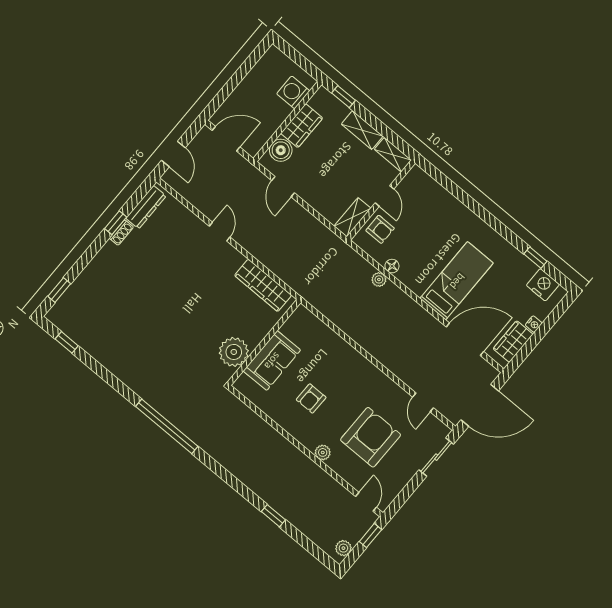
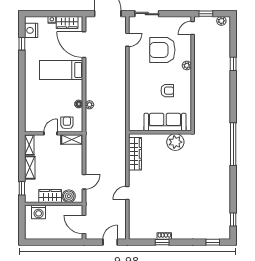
dresser: (146, 207) -> (144, 235), removed
sofa: (272, 361) -> (165, 122), width x1.36

